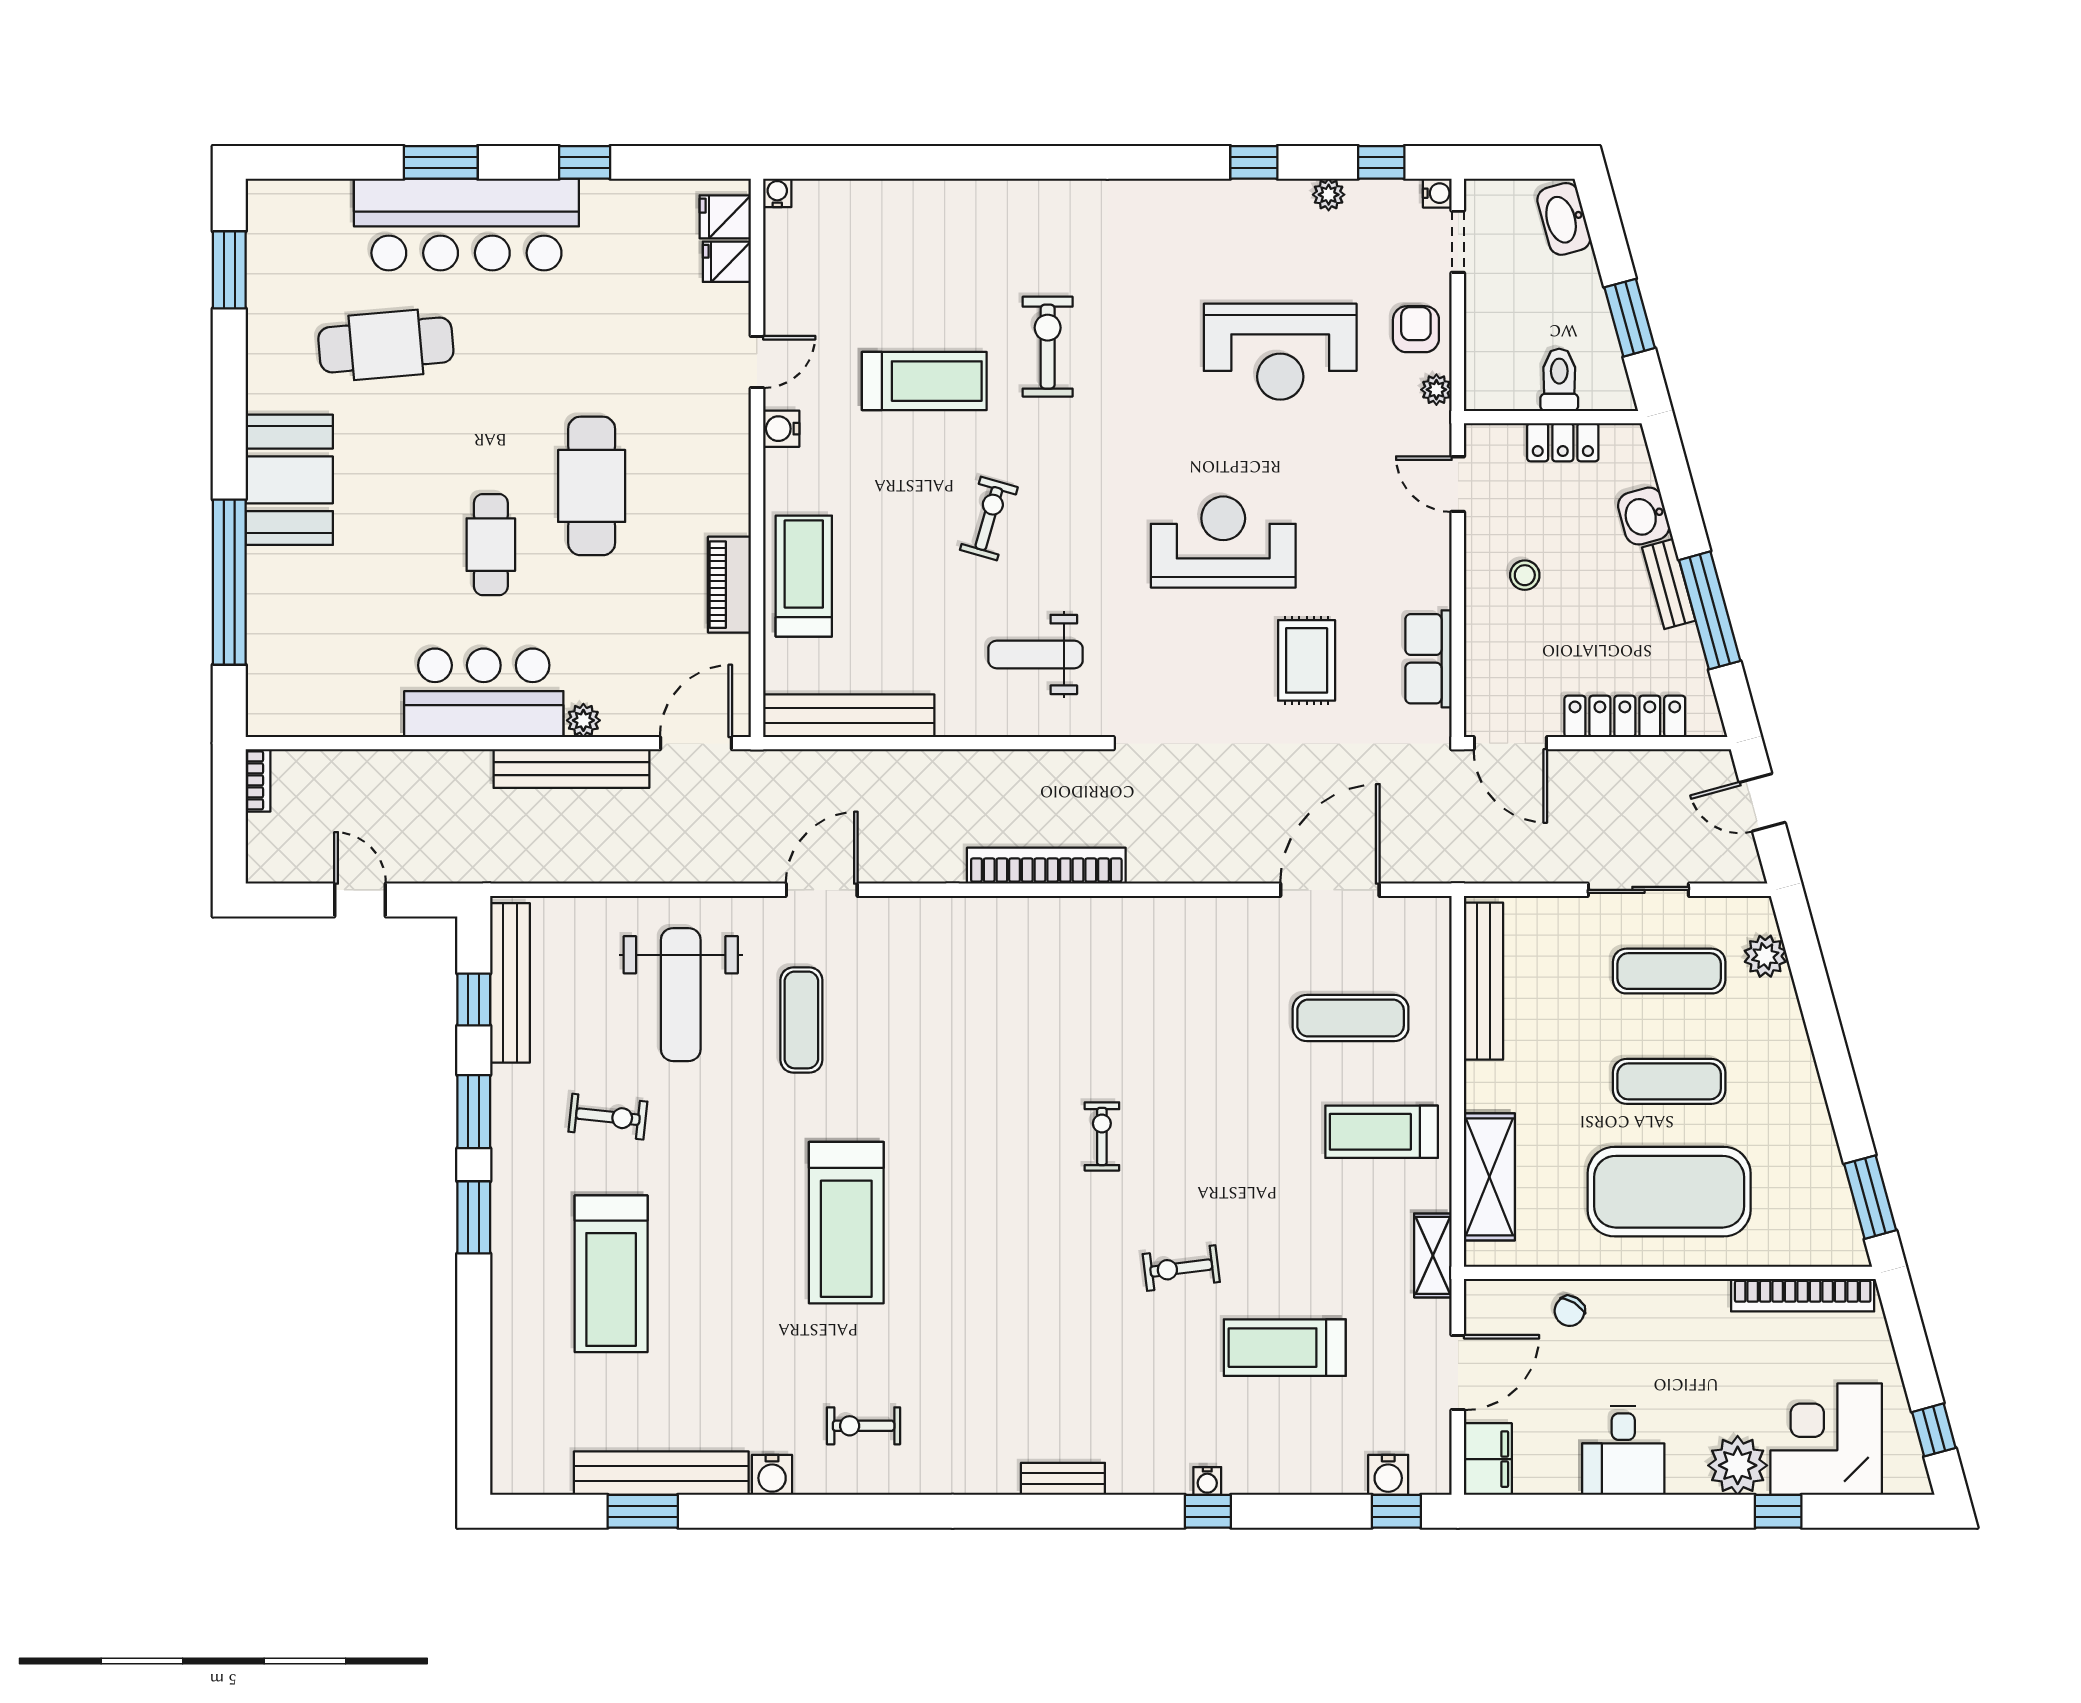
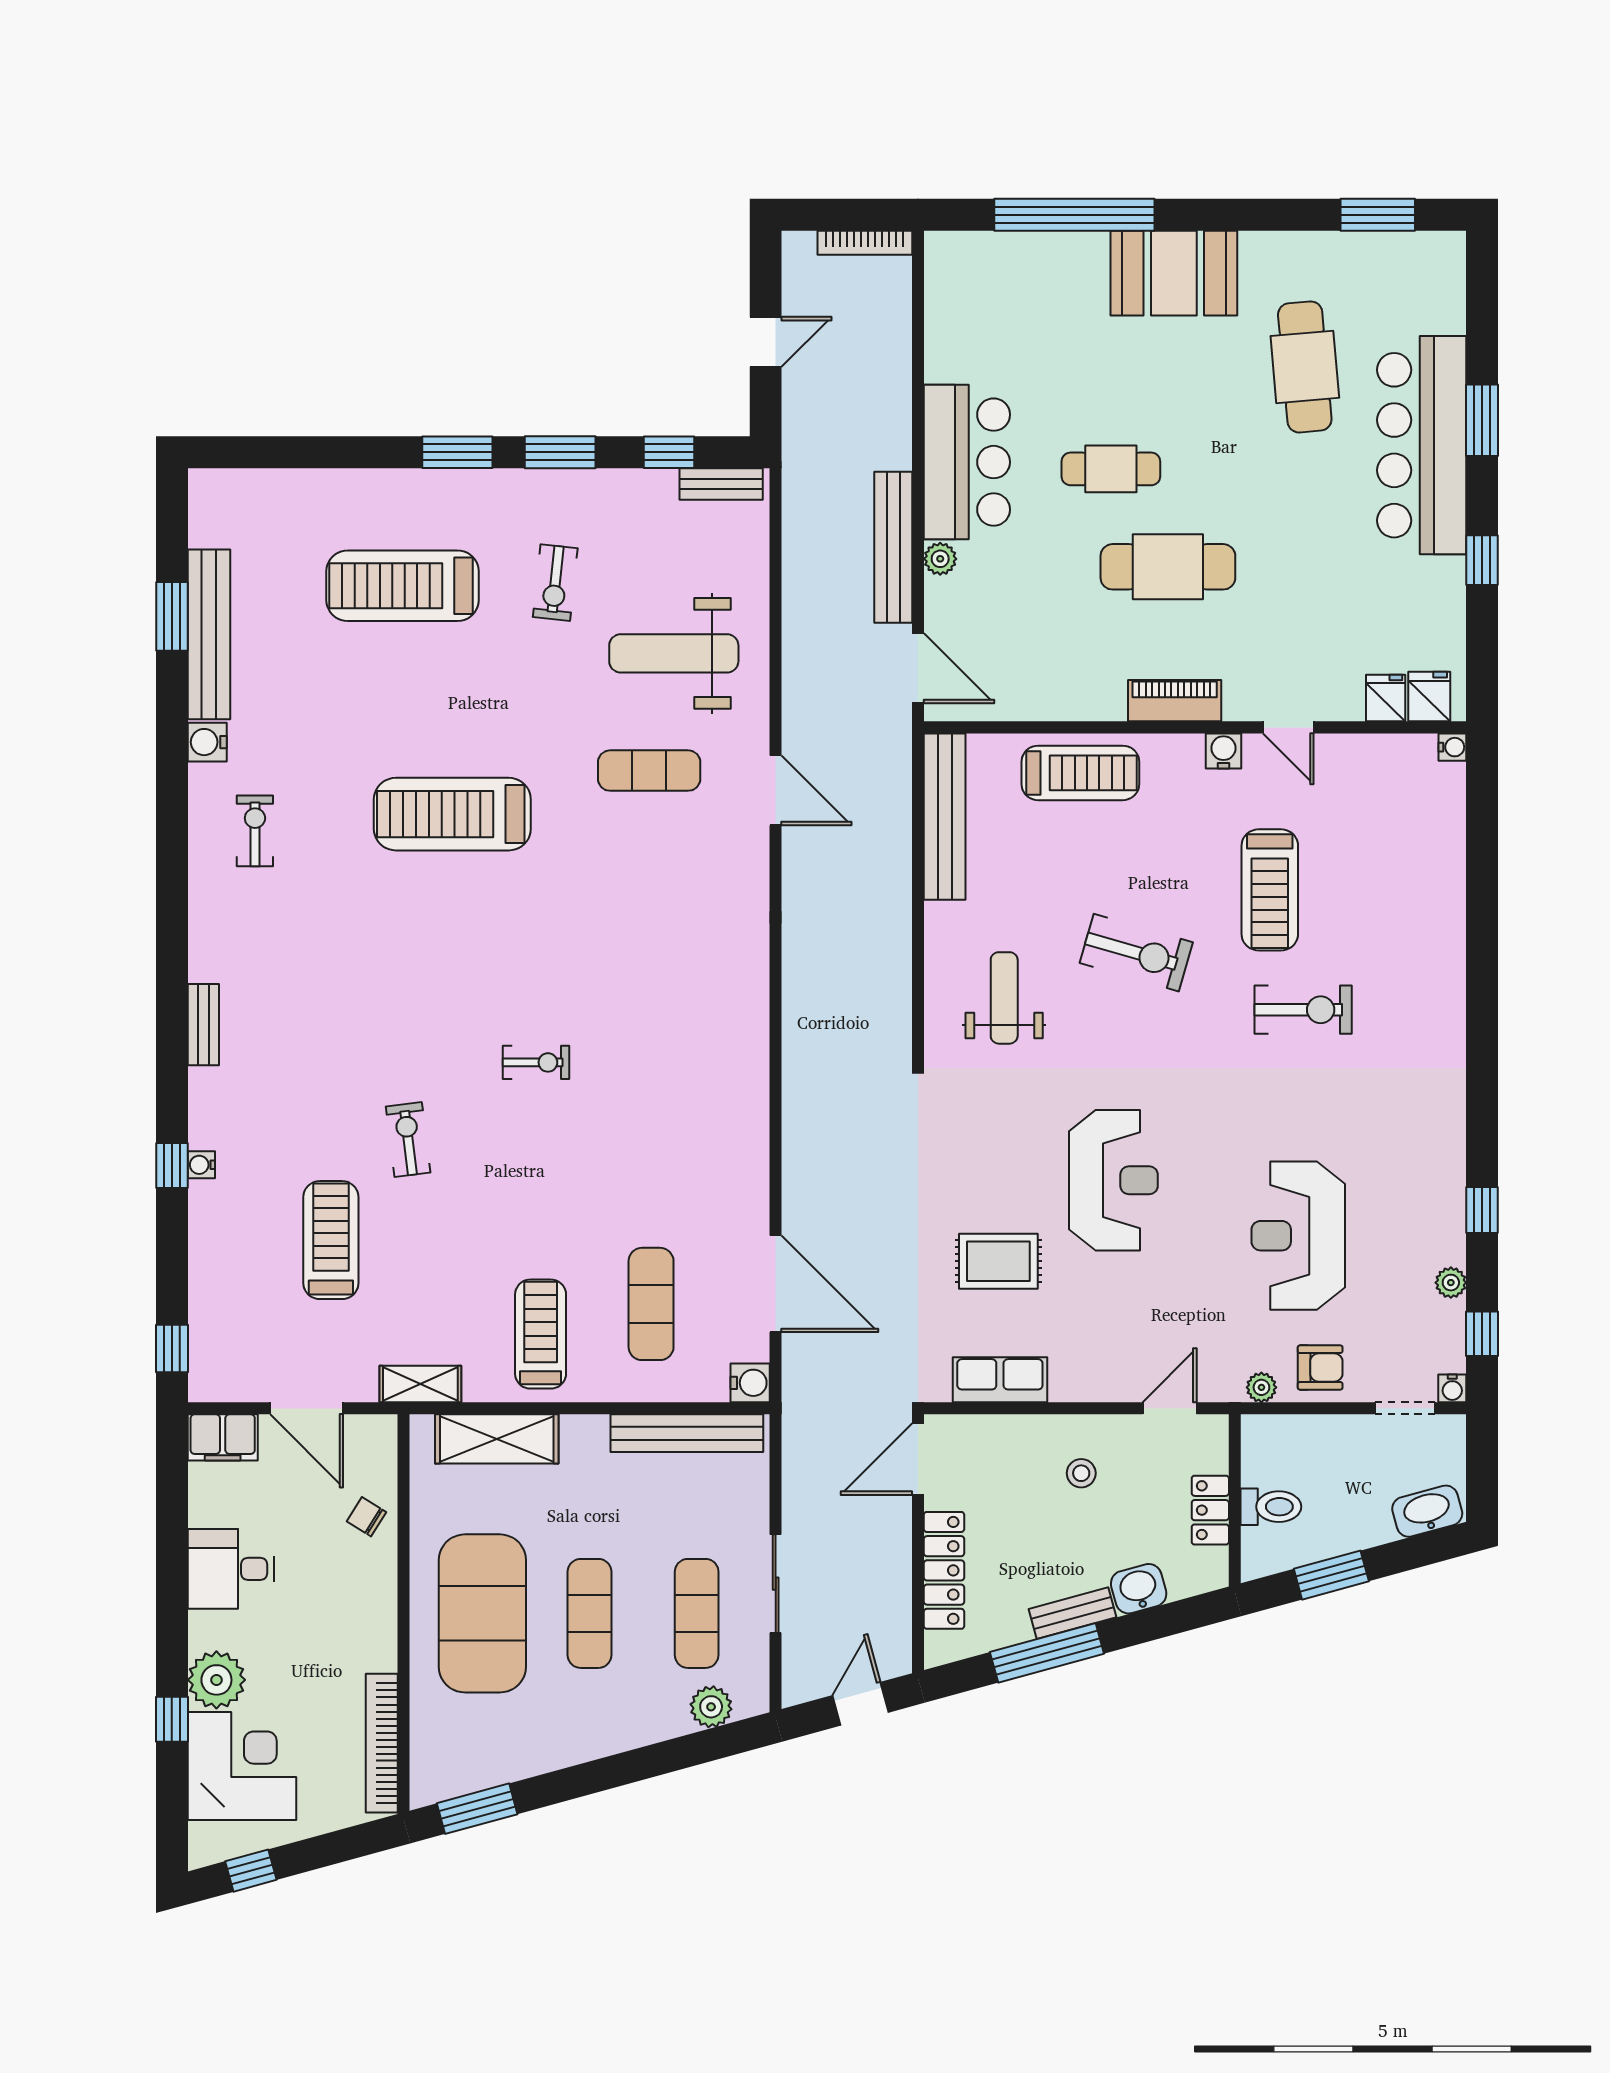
exercise bike: (989, 519) -> (1136, 953), width x1.38, depth x1.39
piano: (729, 585) -> (1175, 701), moved
bookcase: (258, 780) -> (865, 243), width x1.56
bookcase: (1046, 866) -> (799, 1008), removed
bench: (510, 983) -> (721, 484), width x0.54, depth x0.82
water cooler: (1388, 1475) -> (750, 1383), moved, turned 180

